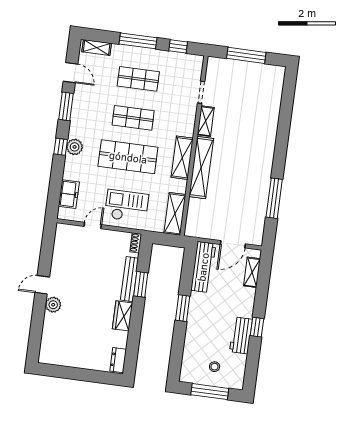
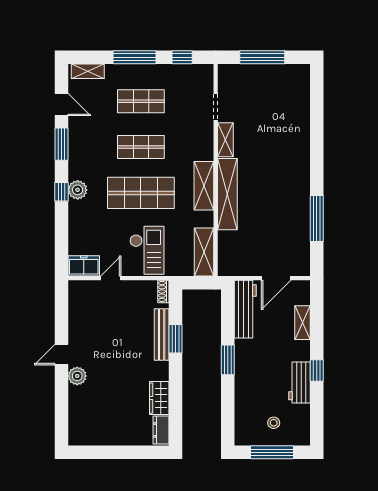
freezer: (69, 194) -> (84, 266), moved, turned -90
checkout: (126, 206) -> (147, 250), turned 90
shelving: (252, 272) -> (302, 323), moved
wardrobe: (122, 316) -> (159, 398), moved

